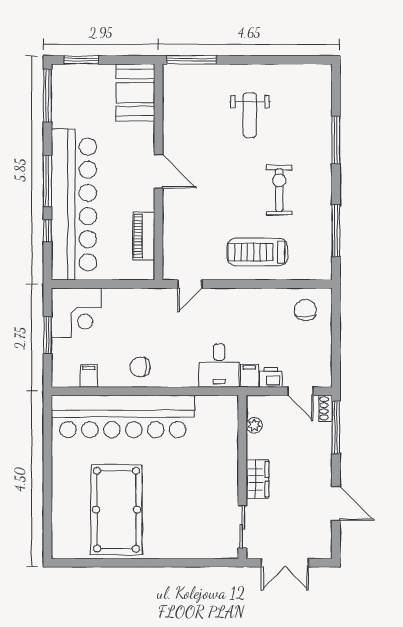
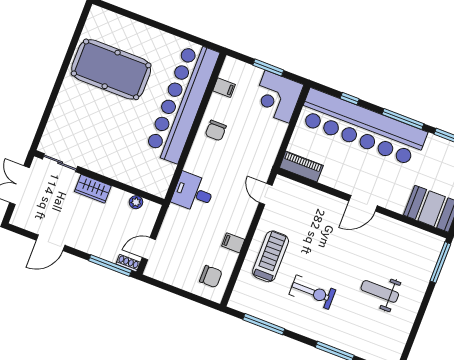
window: (47, 181) -> (403, 119), moved
piano: (144, 236) -> (301, 167), moved
chair: (140, 367) -> (216, 130), turned 180
filing cabinet: (249, 376) -> (233, 243), moved, turned 180
printer: (271, 377) -> (169, 230), removed

